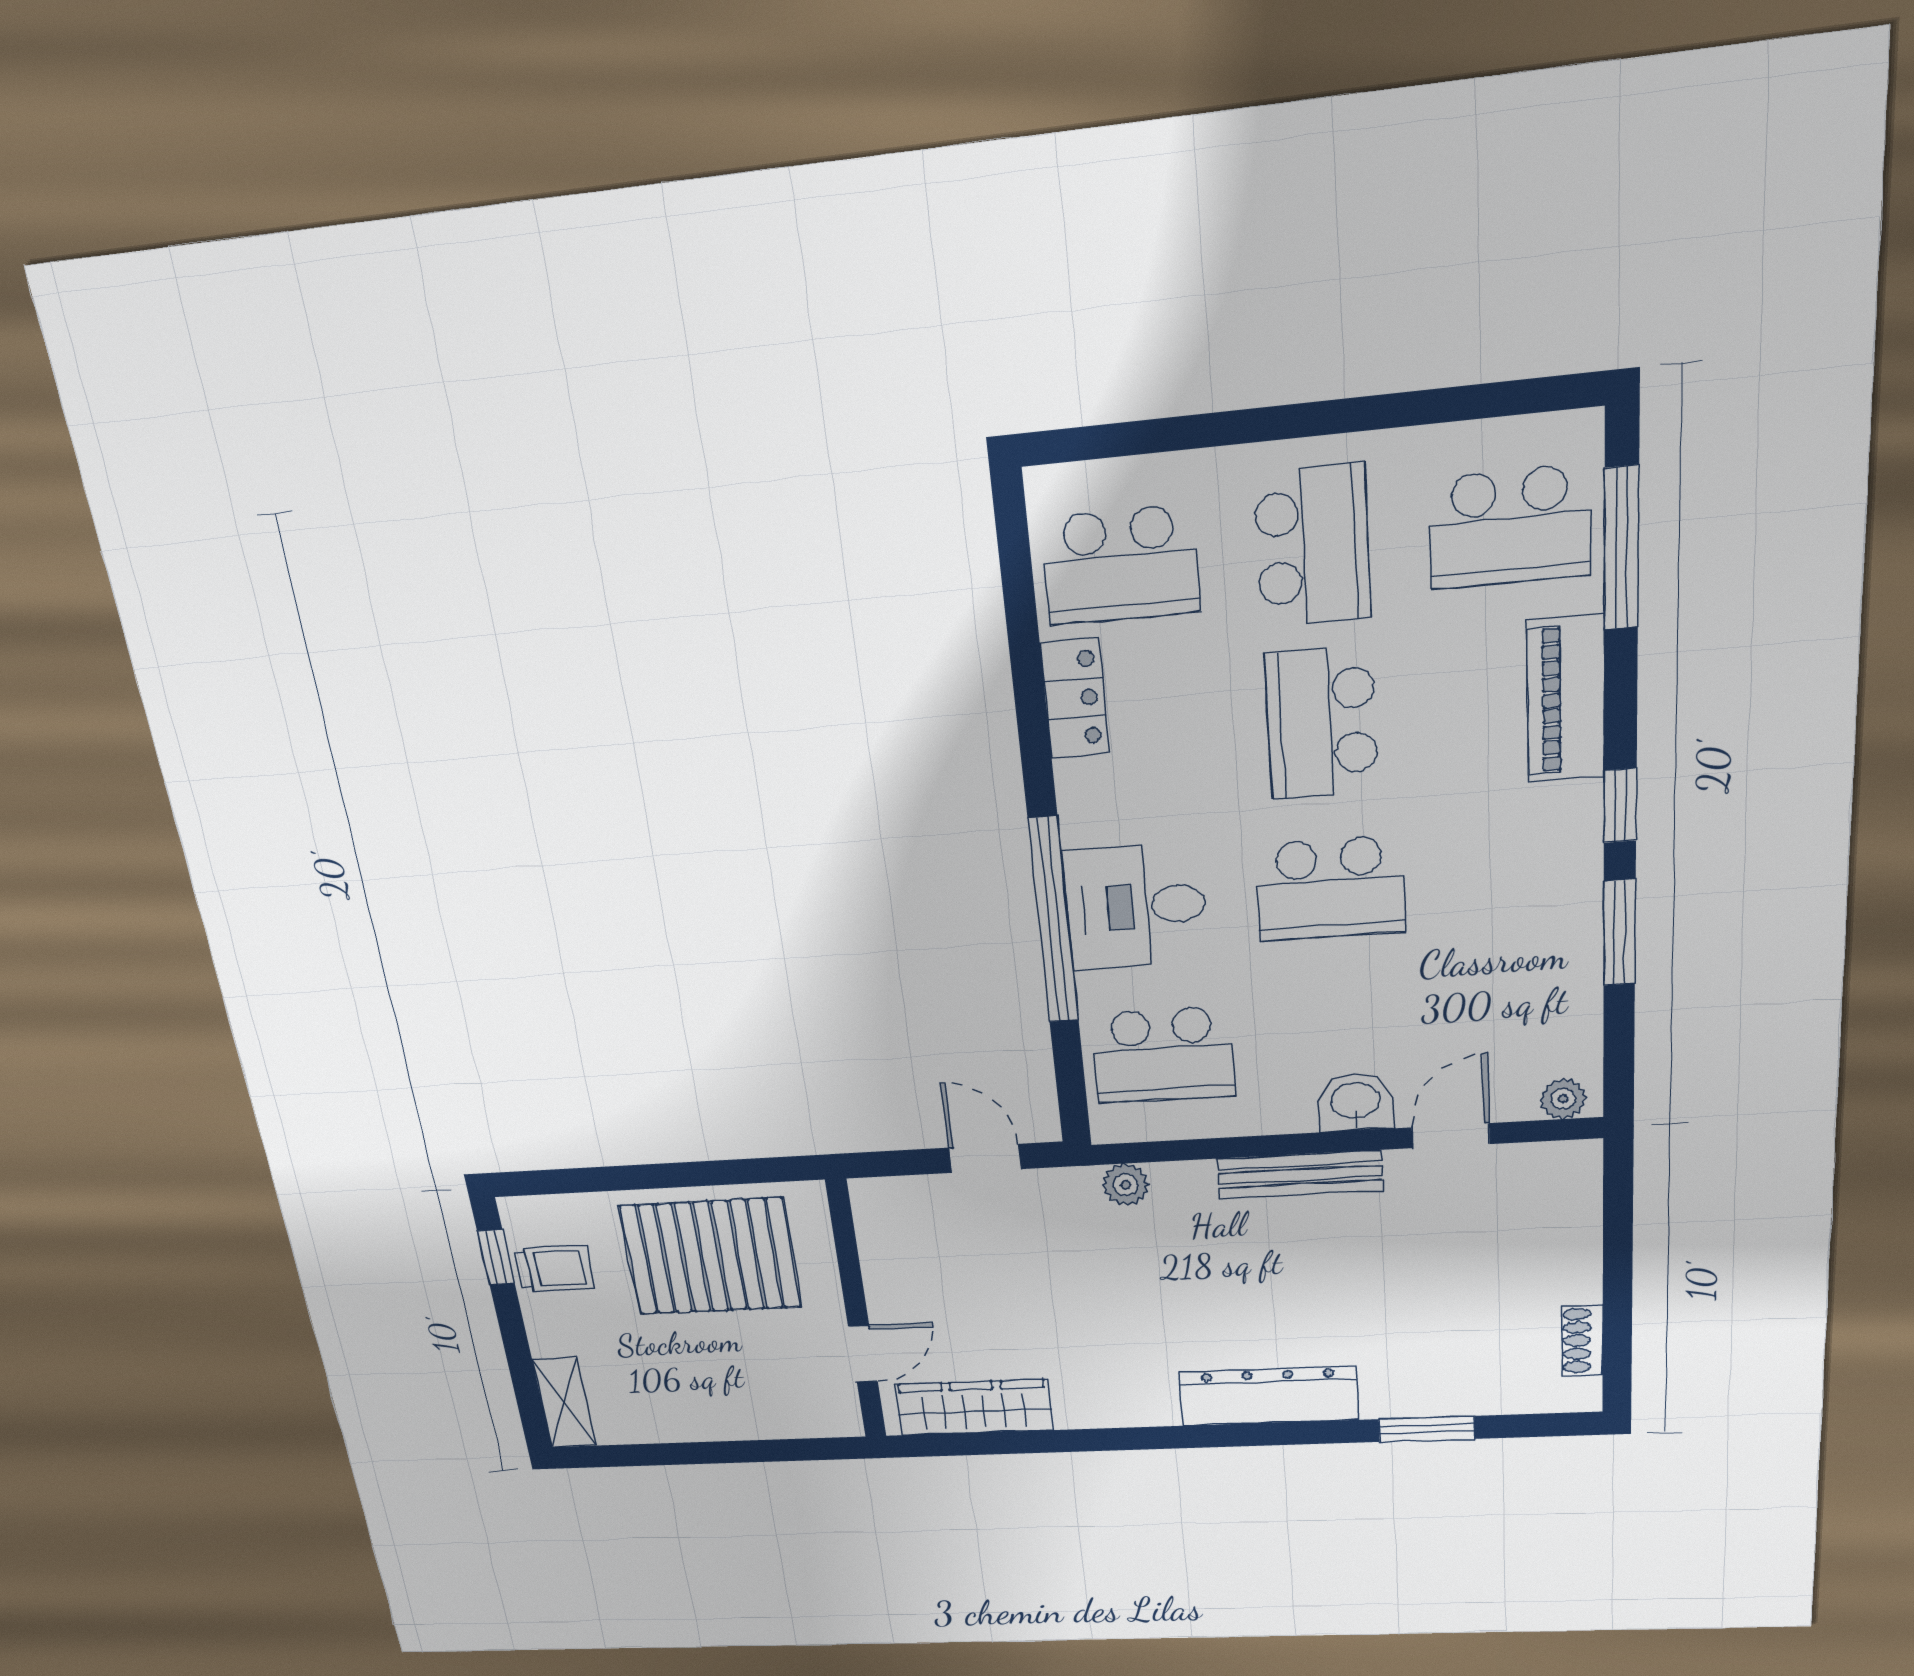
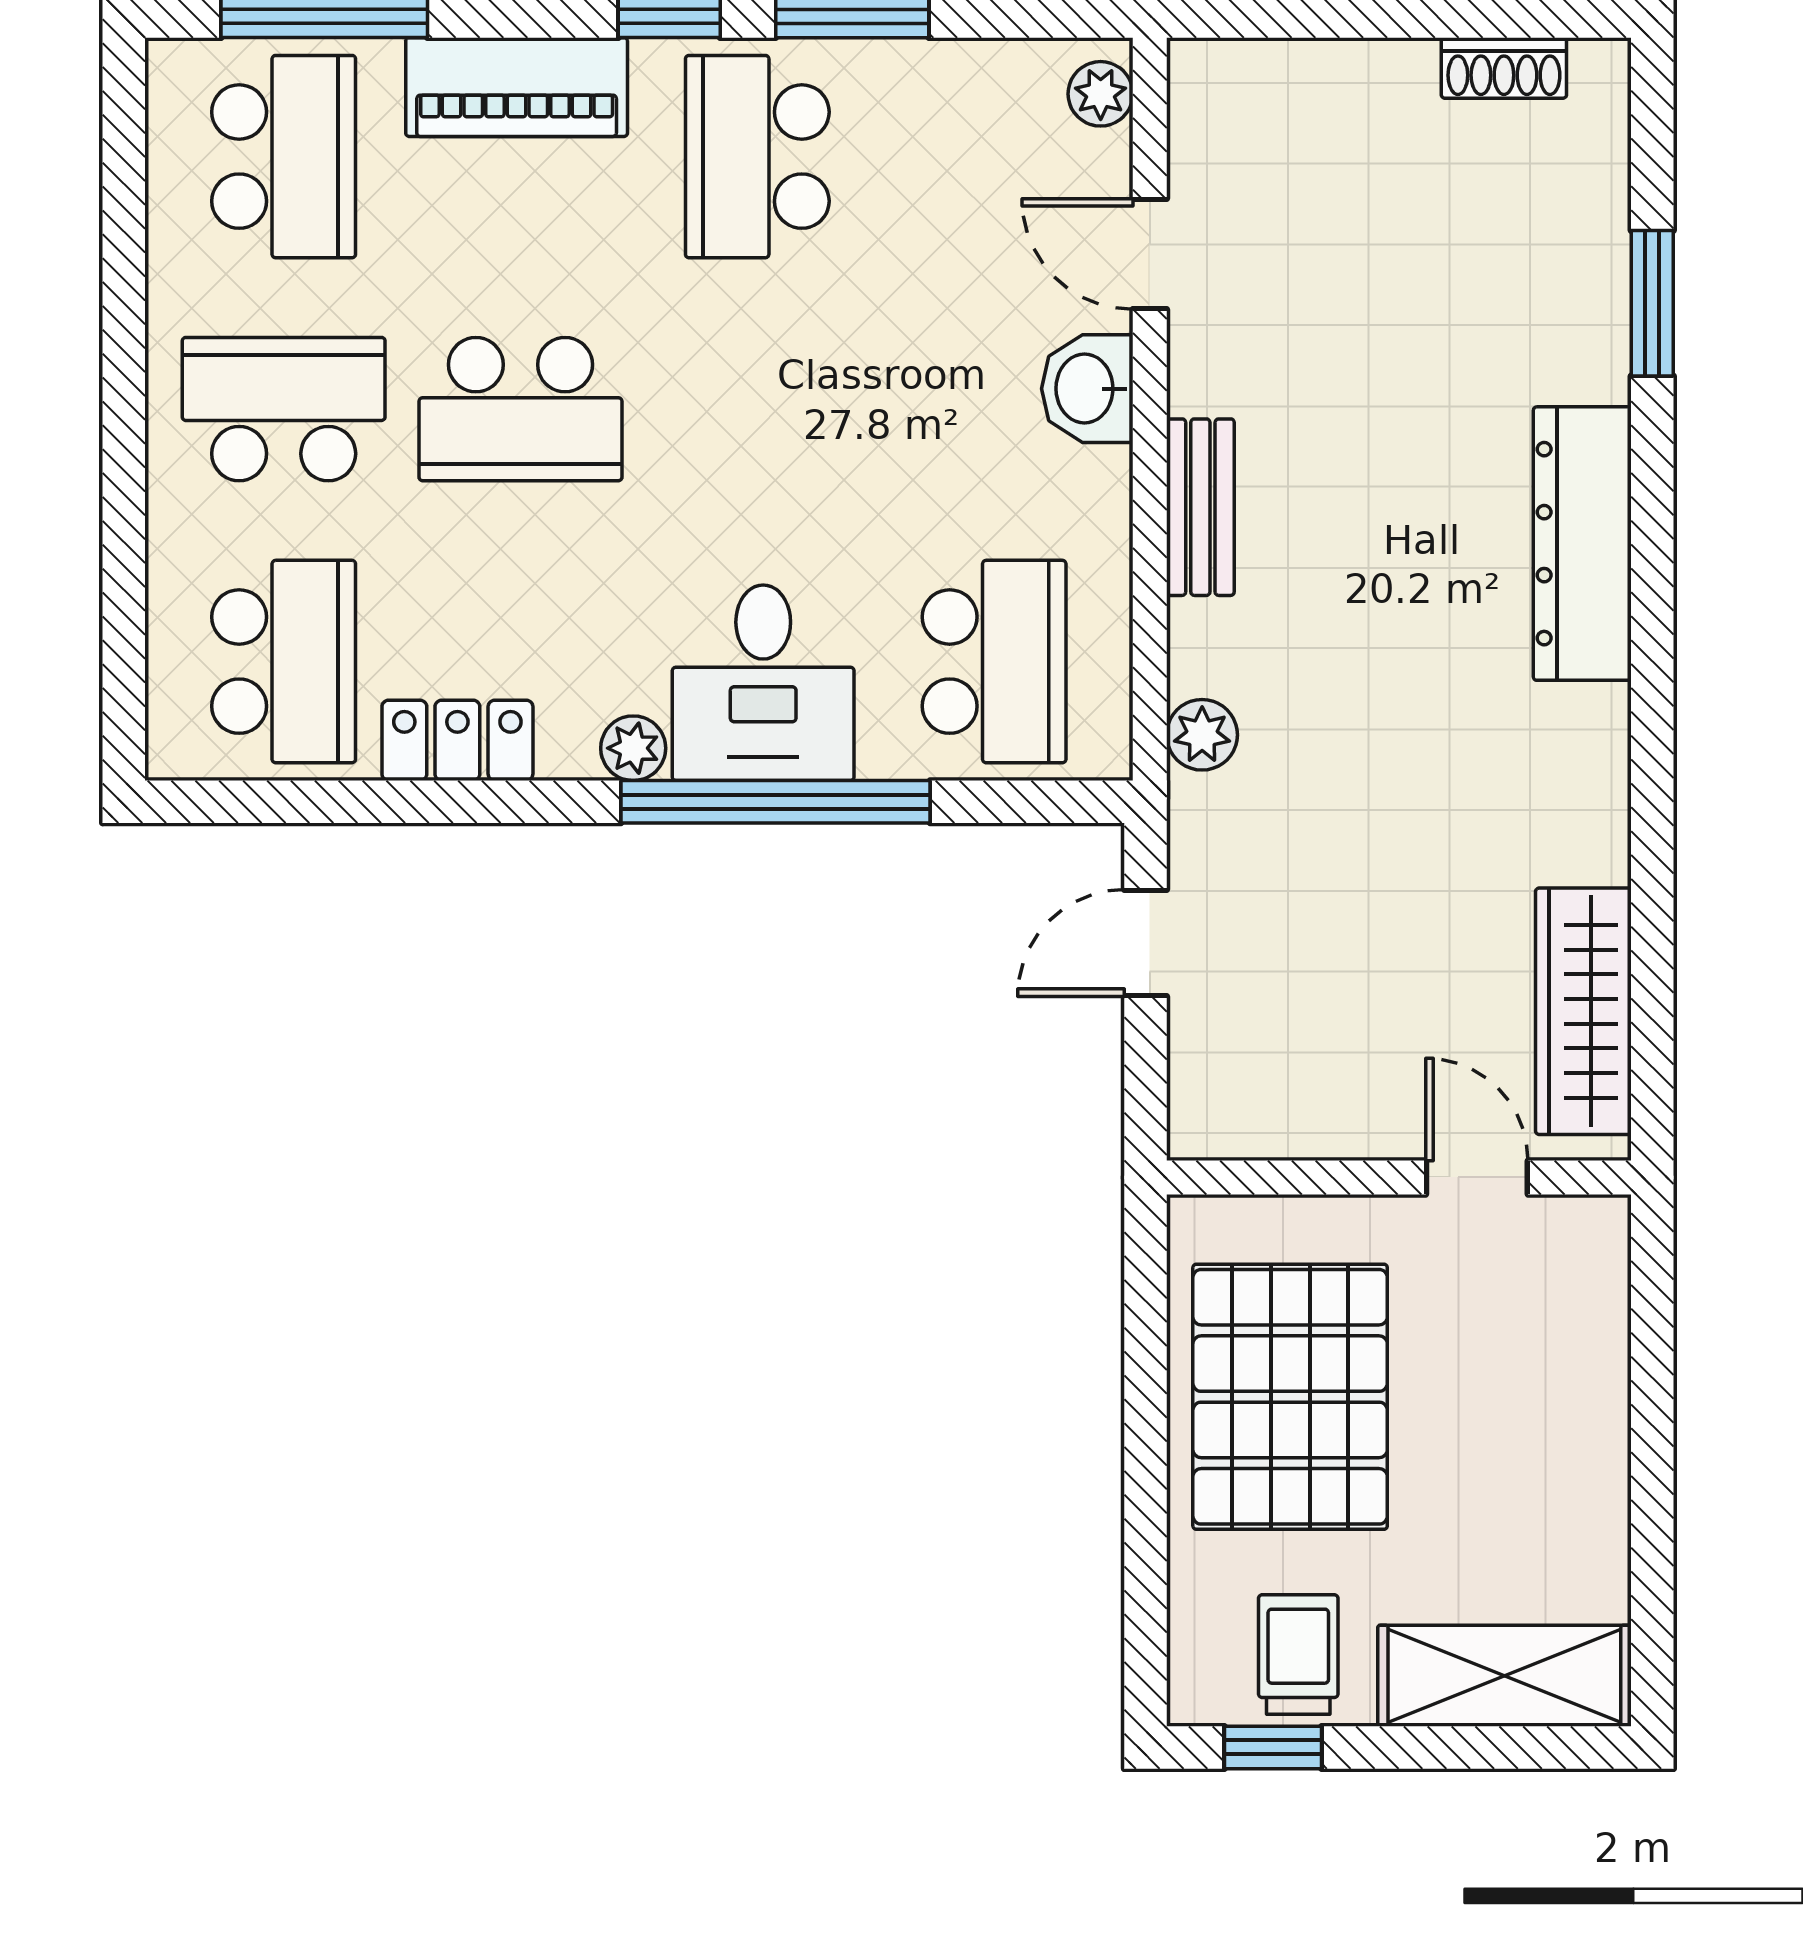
plant: (1081, 822) -> (633, 748), added
school desk: (1330, 889) -> (757, 157), moved, turned 180
bench: (1300, 1175) -> (1200, 507), width x0.73
shelving: (564, 1403) -> (1504, 1676), width x1.50, depth x1.33

